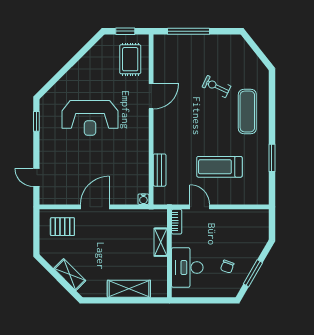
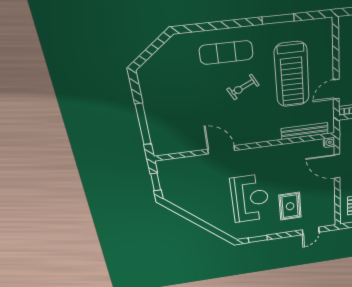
rug: (130, 59) -> (290, 206), moved, turned 90
exercise bike: (216, 86) -> (243, 87), moved, turned 38
treadmill: (219, 167) -> (292, 75), width x1.37, depth x1.37
bench: (160, 170) -> (305, 131), width x1.36
door: (95, 207) -> (337, 166), moved

